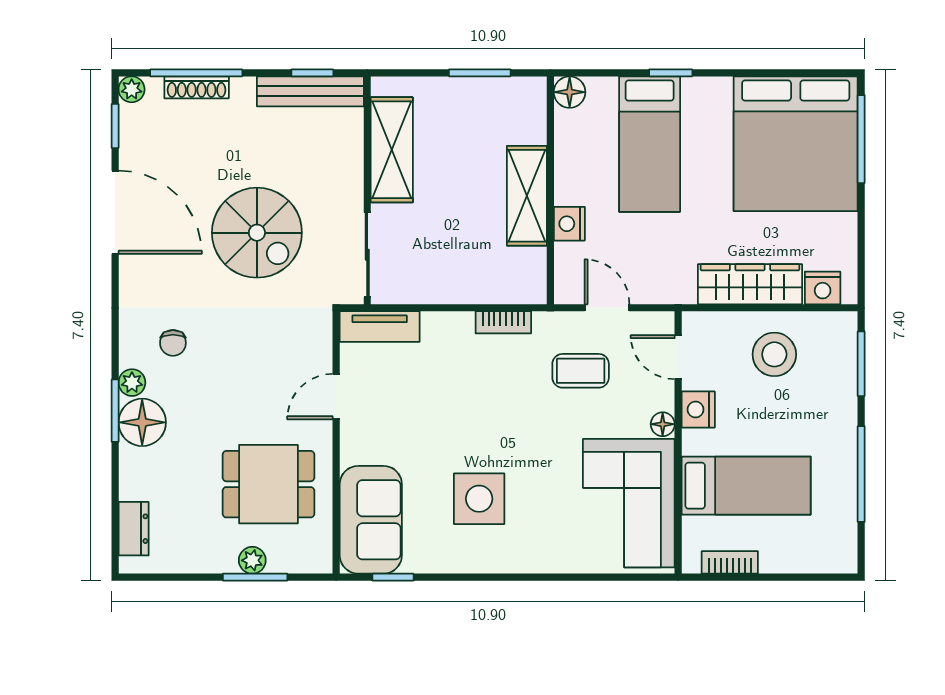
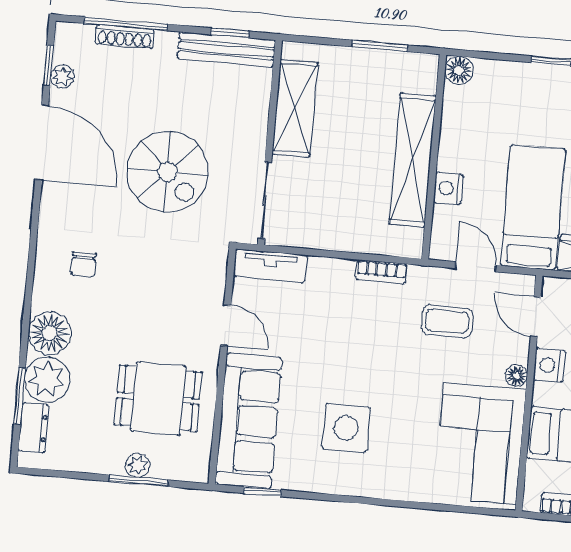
plant: (132, 89) -> (63, 76), moved
bed: (650, 144) -> (533, 207), moved, turned 180
shelving: (527, 196) -> (413, 160), width x1.47
plant: (132, 383) -> (47, 379), moved, width x1.88, depth x1.88
door: (336, 397) -> (226, 325), swing flipped
window: (115, 411) -> (20, 396), moved
sofa: (371, 520) -> (249, 421), width x1.36

